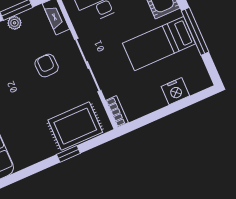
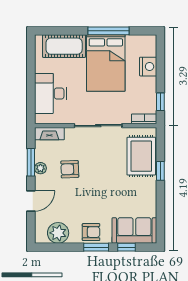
bed: (159, 44) -> (106, 63), width x1.50
armchair: (47, 66) -> (70, 169), moved
window: (143, 121) -> (160, 102), added

